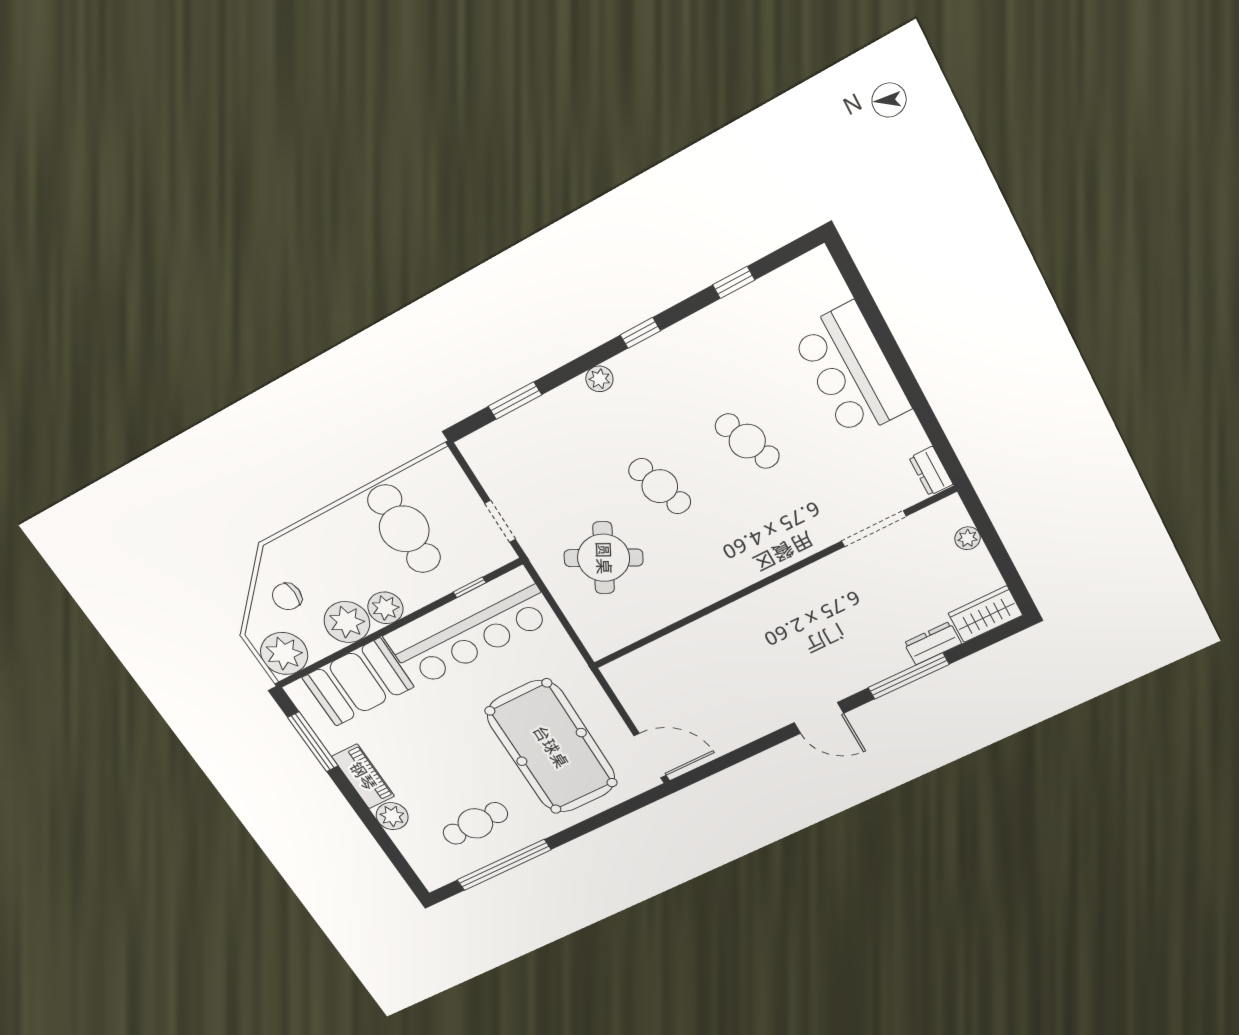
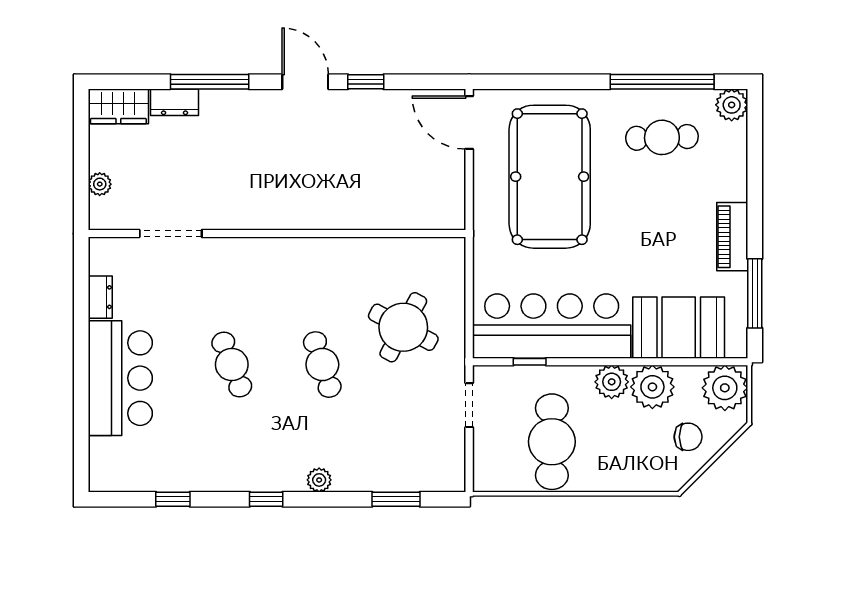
dresser: (931, 471) -> (100, 297), moved
window: (763, 744) -> (366, 82), added
plant: (392, 816) -> (732, 105), moved

